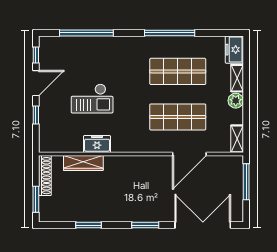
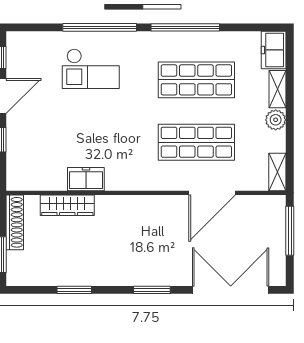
window: (86, 33) -> (100, 27), moved
checkout: (92, 99) -> (91, 69), moved

